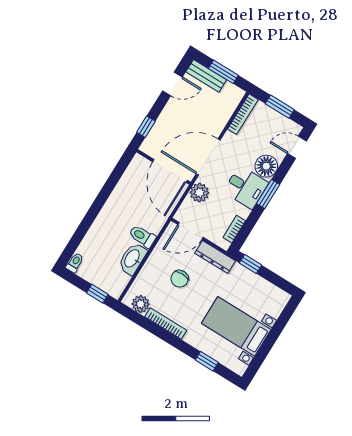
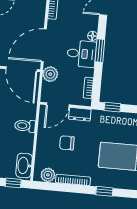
floor lamp: (266, 166) -> (93, 36), width x0.53, depth x0.53
dresser: (215, 257) -> (80, 114), width x0.70
washbasin: (132, 259) -> (24, 166), moved
chair: (180, 279) -> (67, 143), turned 90
window: (207, 361) -> (104, 191), moved

